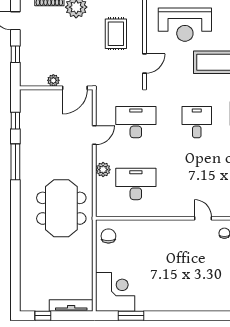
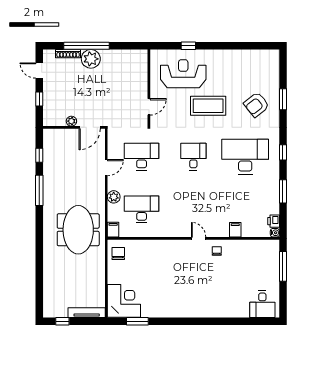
reception desk: (185, 25) -> (183, 74), turned 180
rug: (116, 34) -> (125, 81), removed
filing cabinet: (102, 208) -> (113, 230), added

